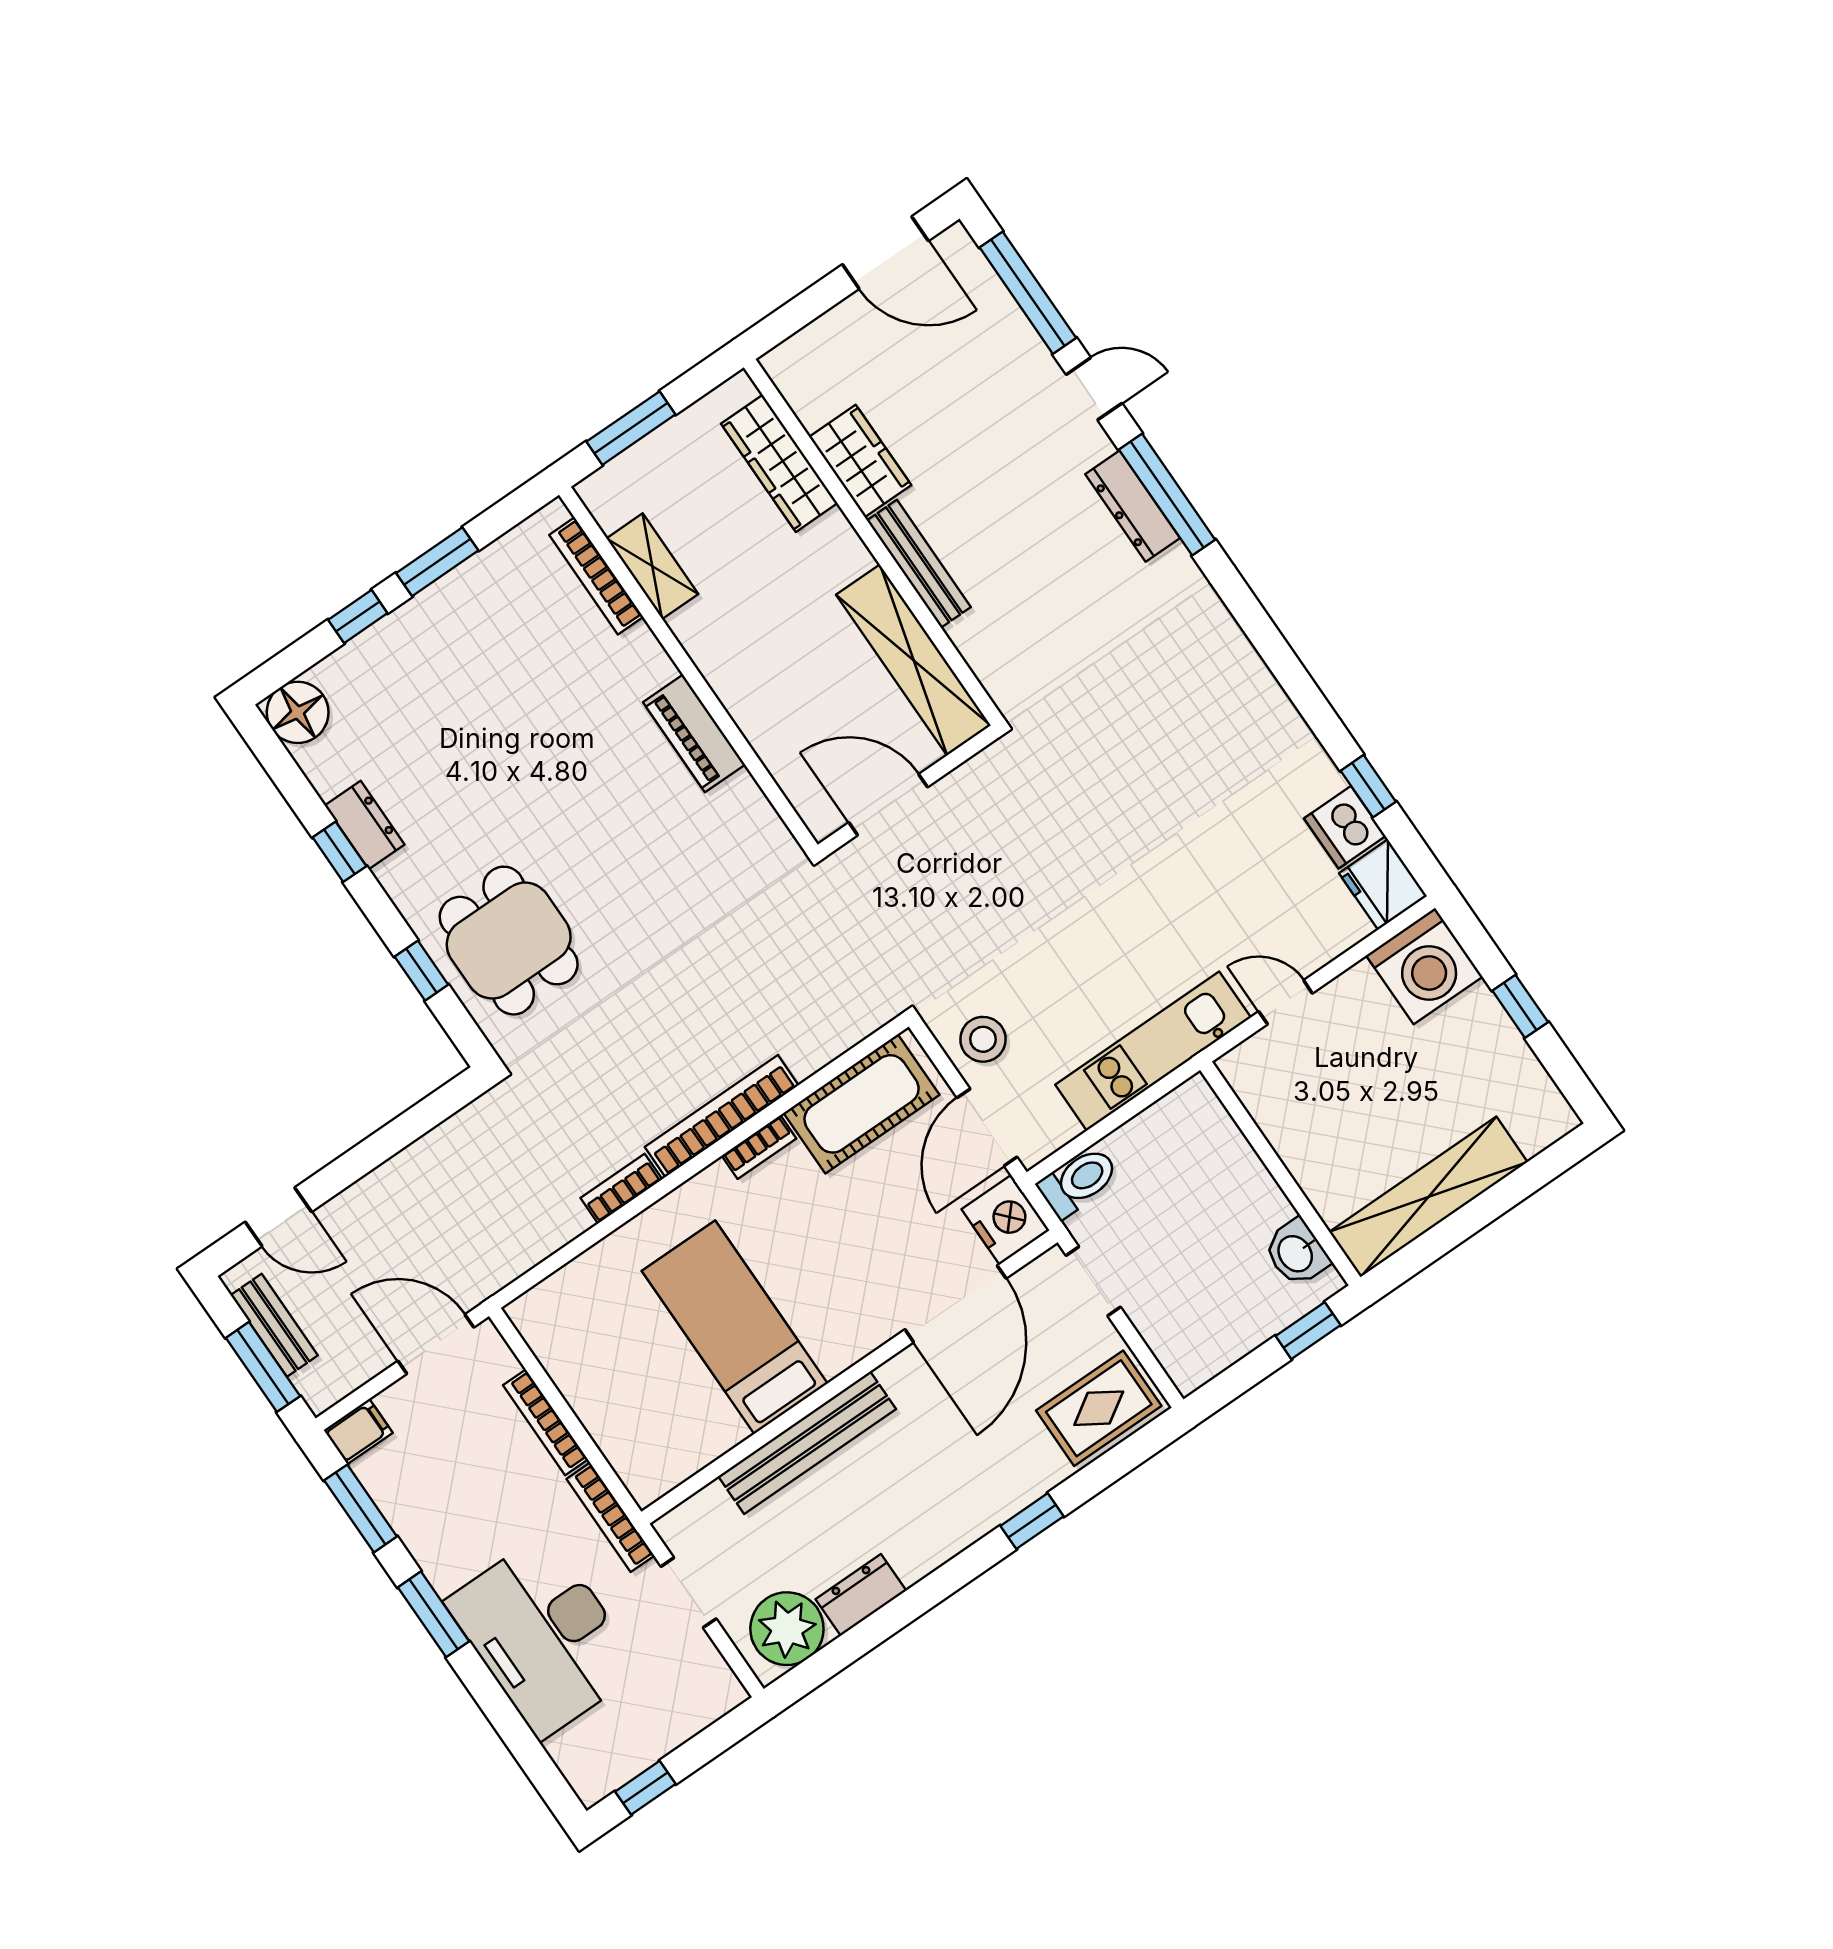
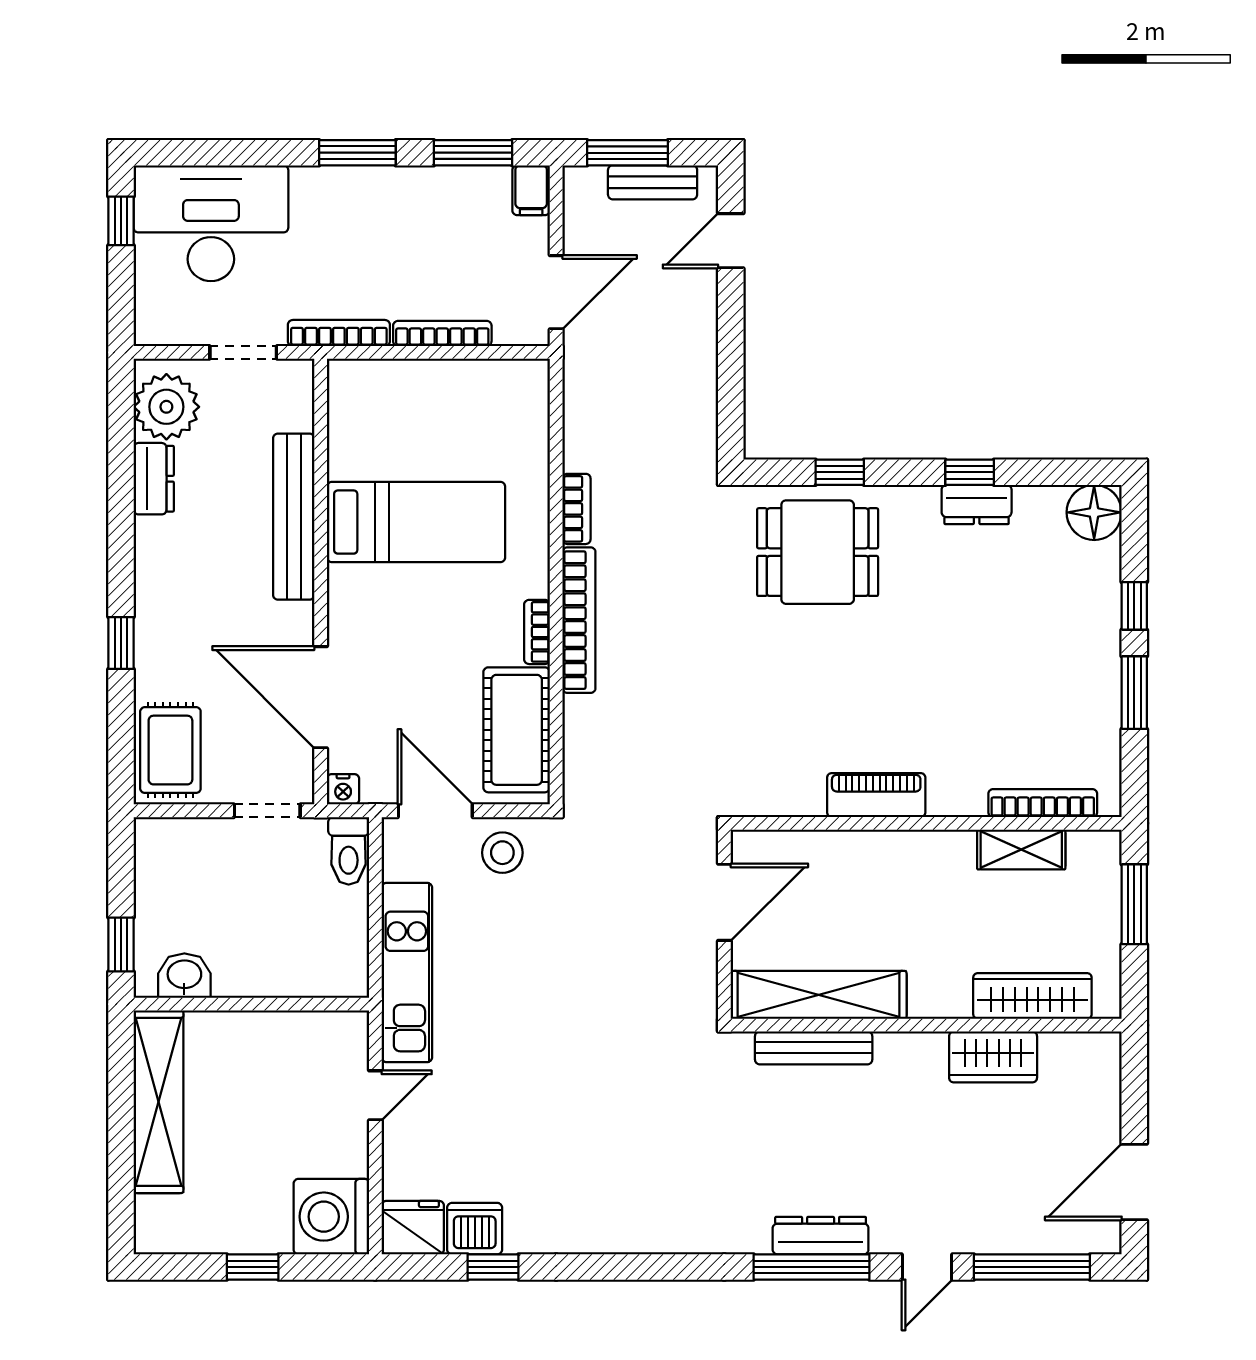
bench: (919, 564) -> (814, 1048), moved
nightstand: (1005, 1220) -> (343, 789), width x0.53, depth x0.56
desk: (544, 1636) -> (211, 223), moved

